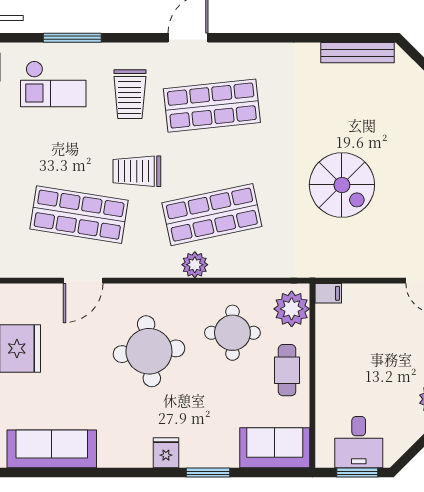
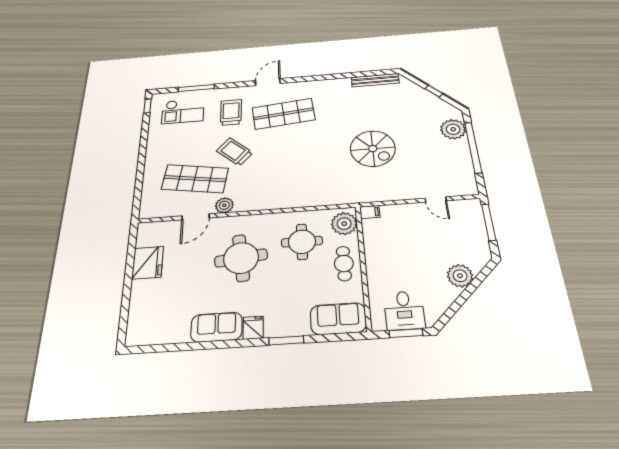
trolley: (130, 94) -> (231, 112), turned 180
trolley: (137, 171) -> (235, 152), turned 41
shop shelf: (212, 215) -> (285, 172), removed
plant: (195, 265) -> (224, 205), moved
sofa: (52, 449) -> (217, 327), moved, width x0.73

